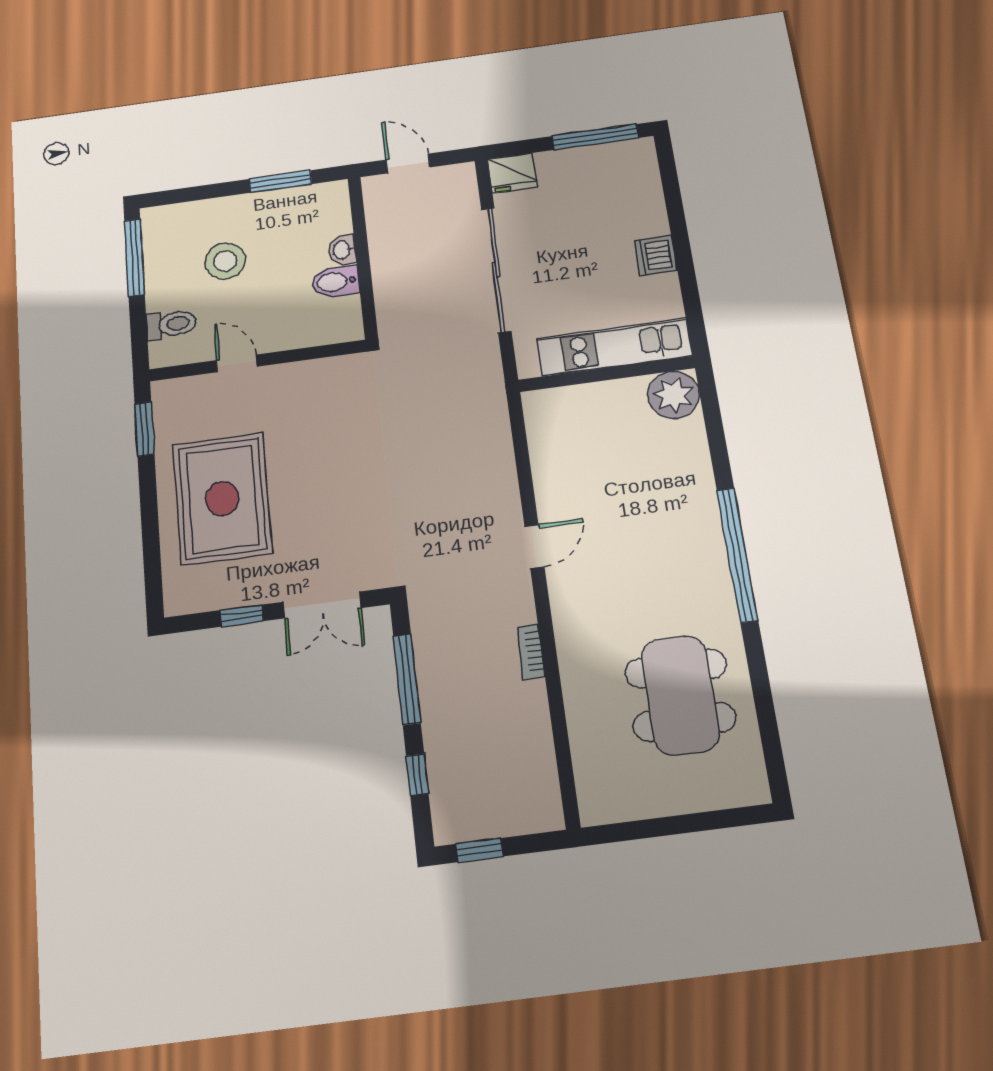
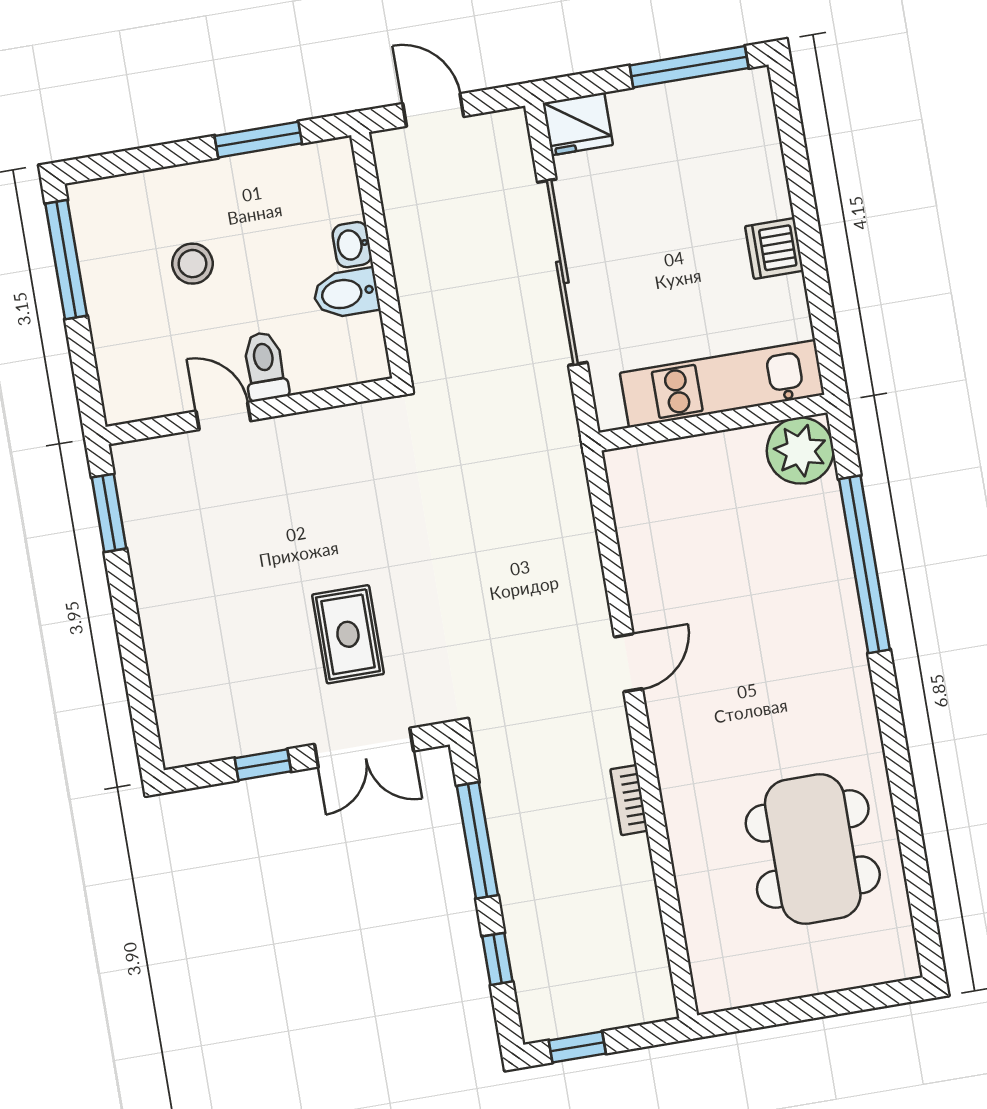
stool: (225, 261) -> (192, 264), width x0.73, depth x0.73
toilet: (171, 324) -> (265, 366), moved, turned -90
rug: (222, 499) -> (348, 634), moved, width x0.54, depth x0.49
window: (737, 555) -> (864, 564), moved

